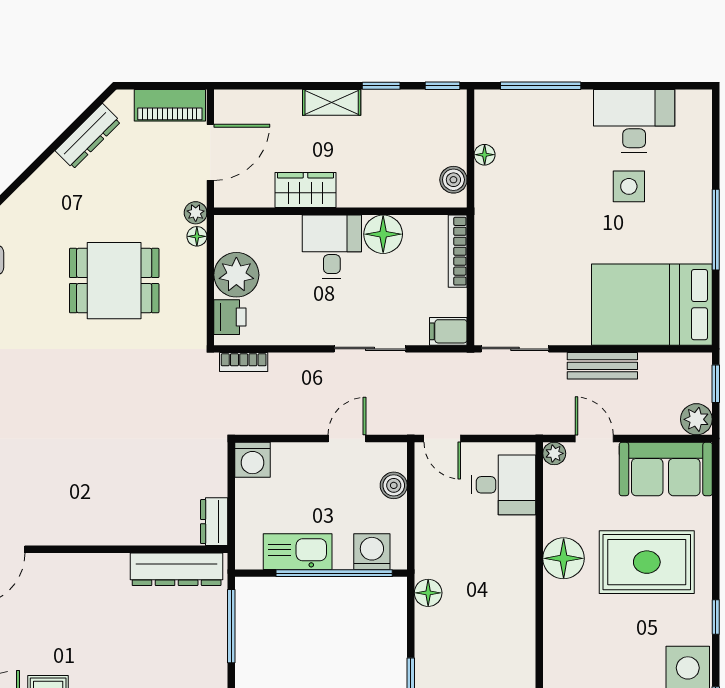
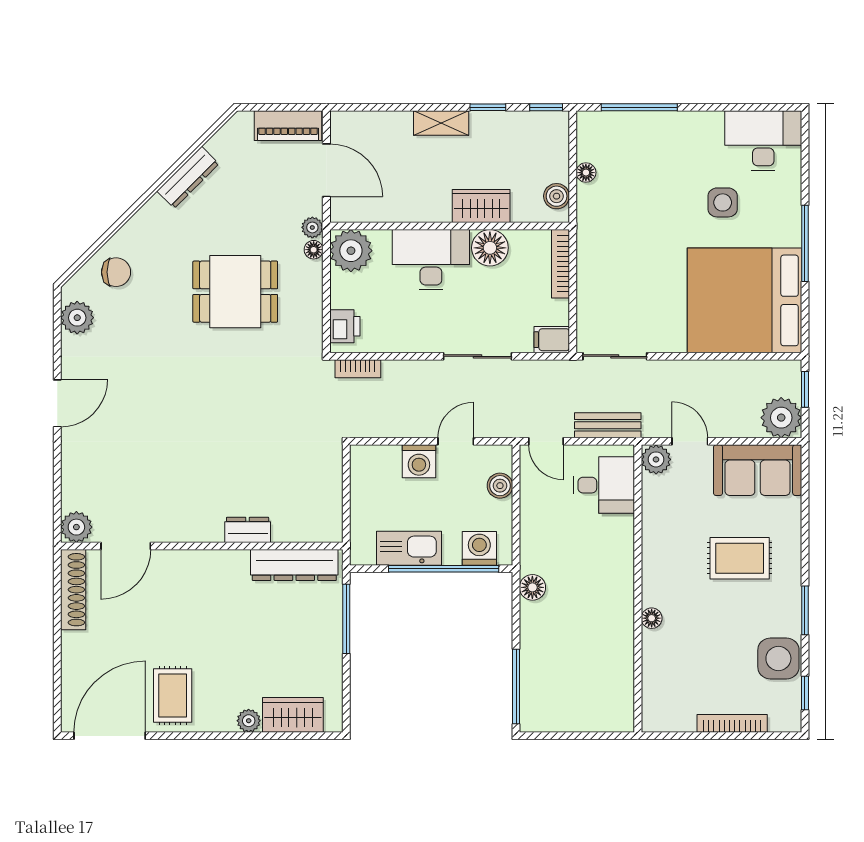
desk: (634, 121) -> (763, 141), moved
dresser: (88, 136) -> (188, 177), moved
door: (210, 152) -> (326, 170), hinge flipped
wardrobe: (305, 190) -> (481, 206), moved
desk: (332, 247) -> (431, 260), width x1.37
plant: (236, 275) -> (351, 251), moved
bed: (652, 305) -> (744, 300), width x1.36
bench: (602, 366) -> (608, 425), moved
plant: (696, 419) -> (781, 418), width x1.36, depth x1.36
plant: (554, 453) -> (656, 459), width x1.38, depth x1.38
washing machine: (252, 460) -> (419, 461), moved
dresser: (214, 522) -> (248, 530), moved, turned 90
floor lamp: (564, 558) -> (652, 618), moved, width x0.53, depth x0.53
rug: (647, 562) -> (740, 558), width x0.73, depth x0.70
window: (716, 617) -> (805, 610), width x1.50

